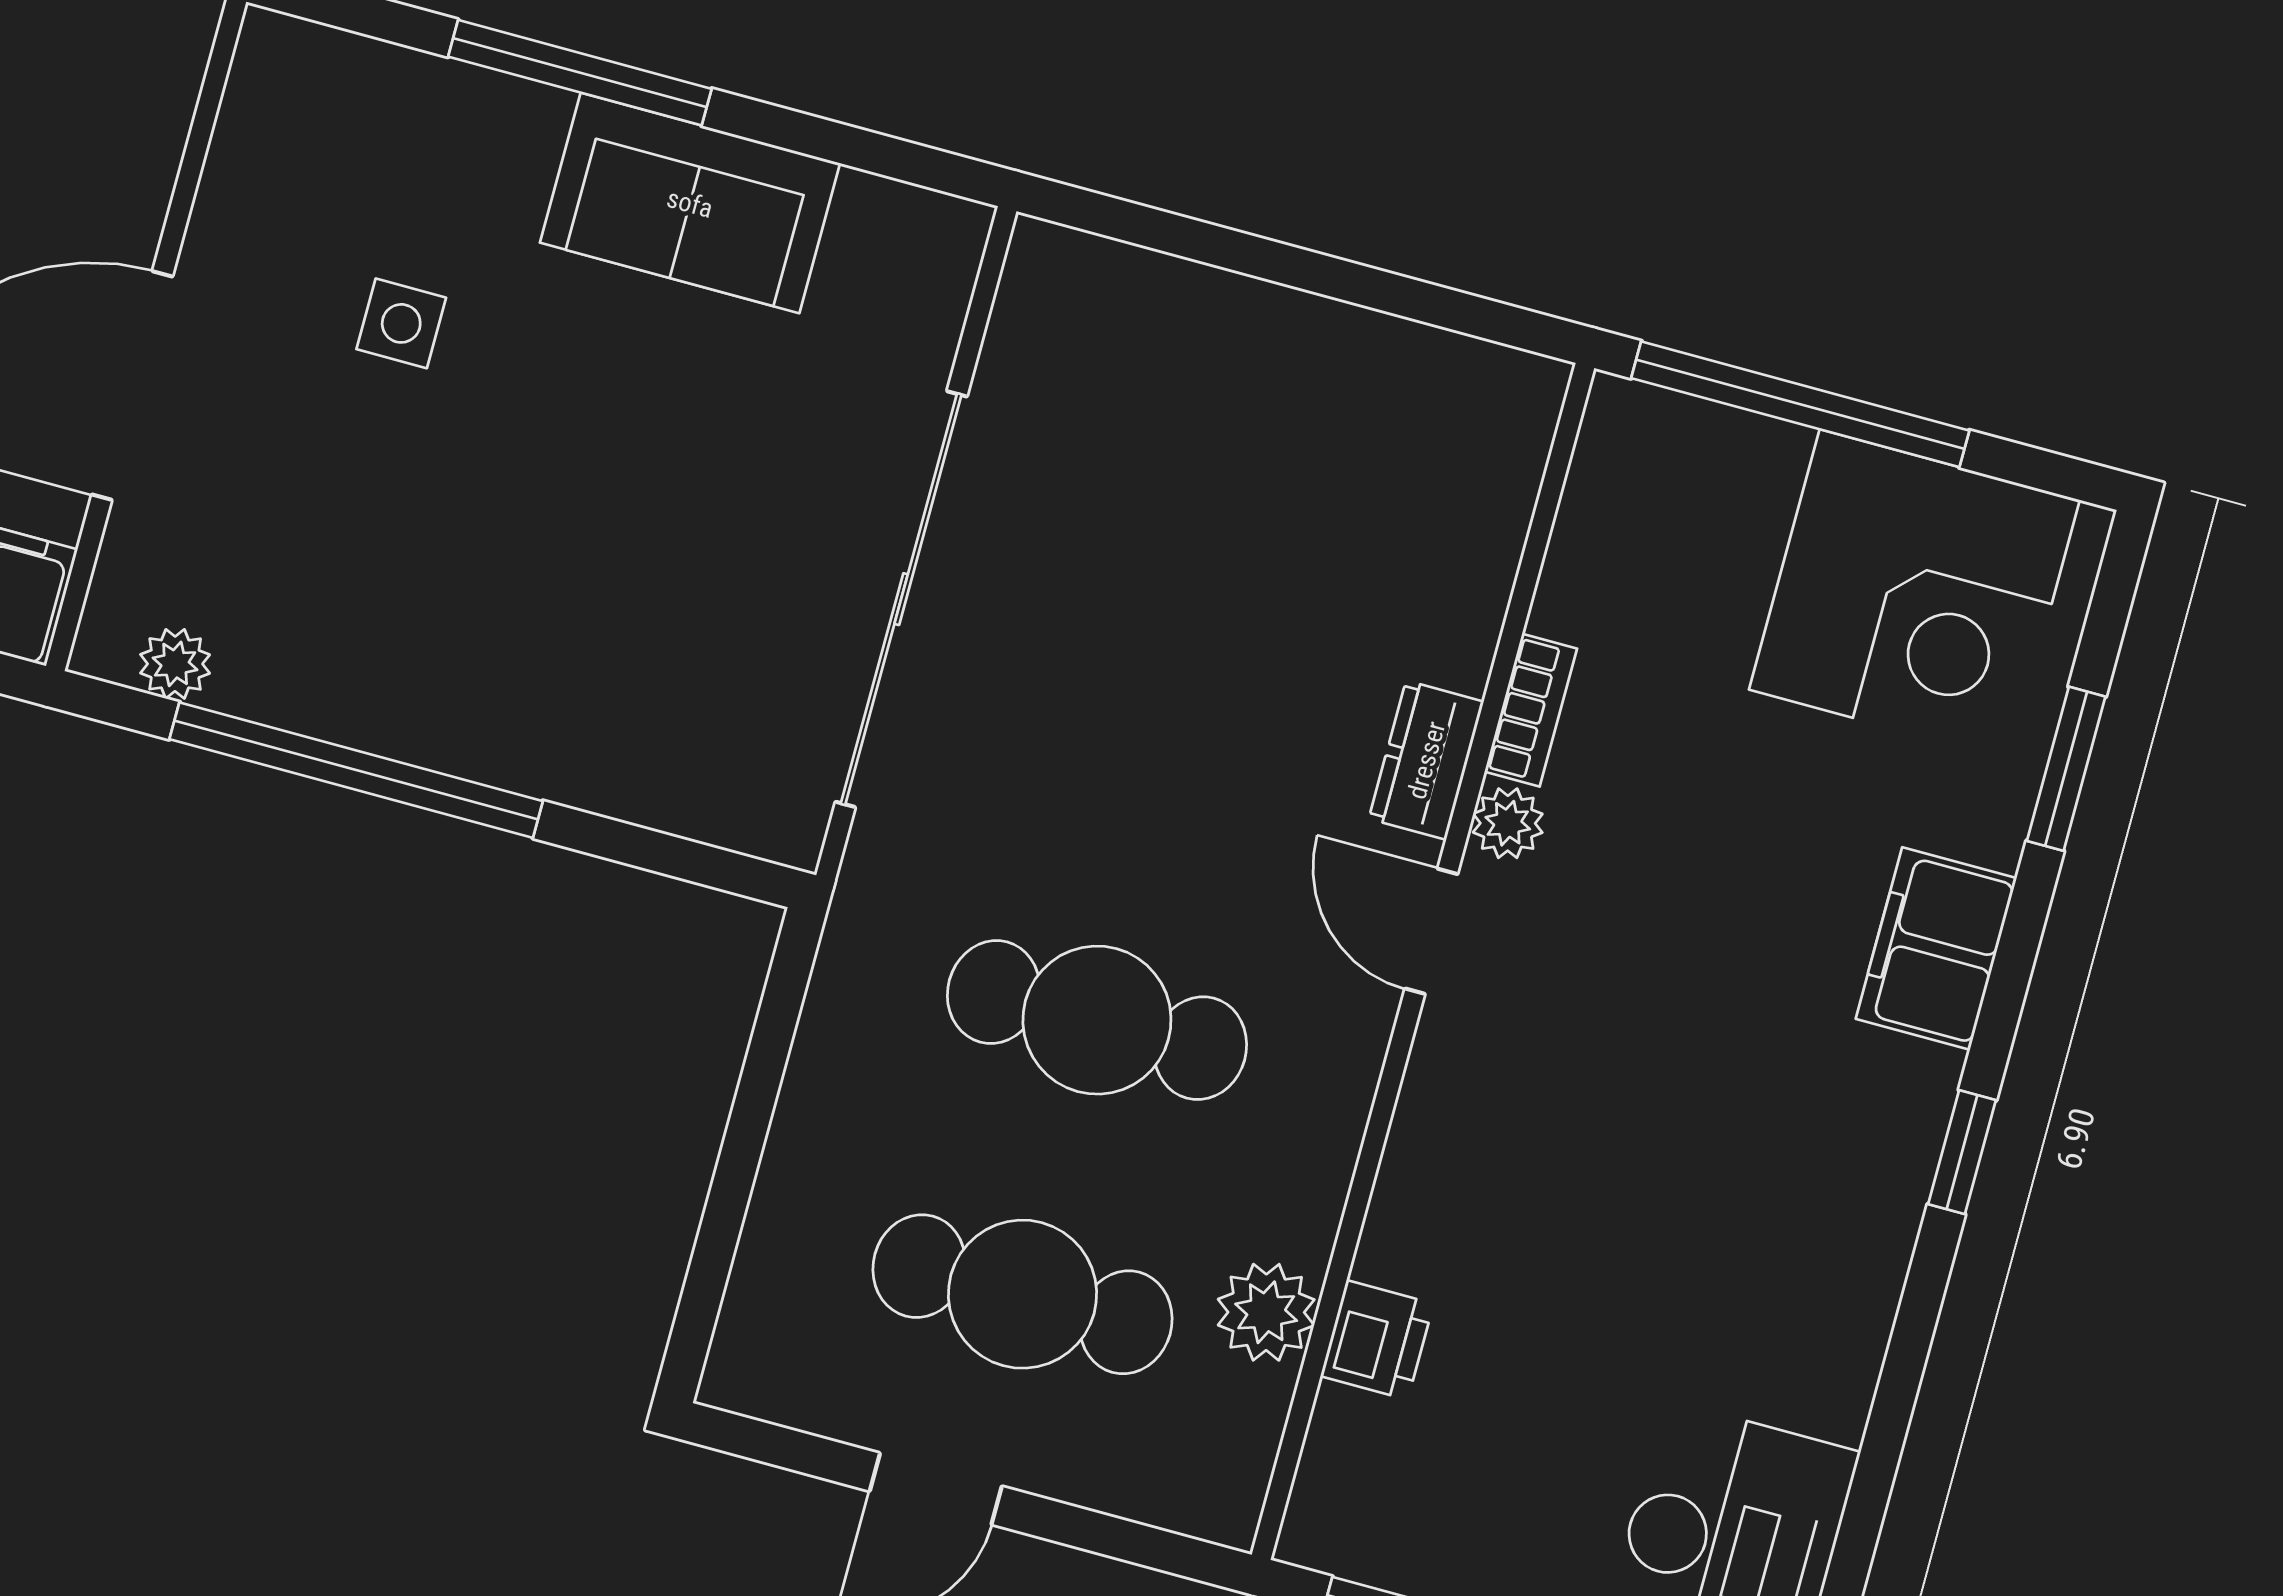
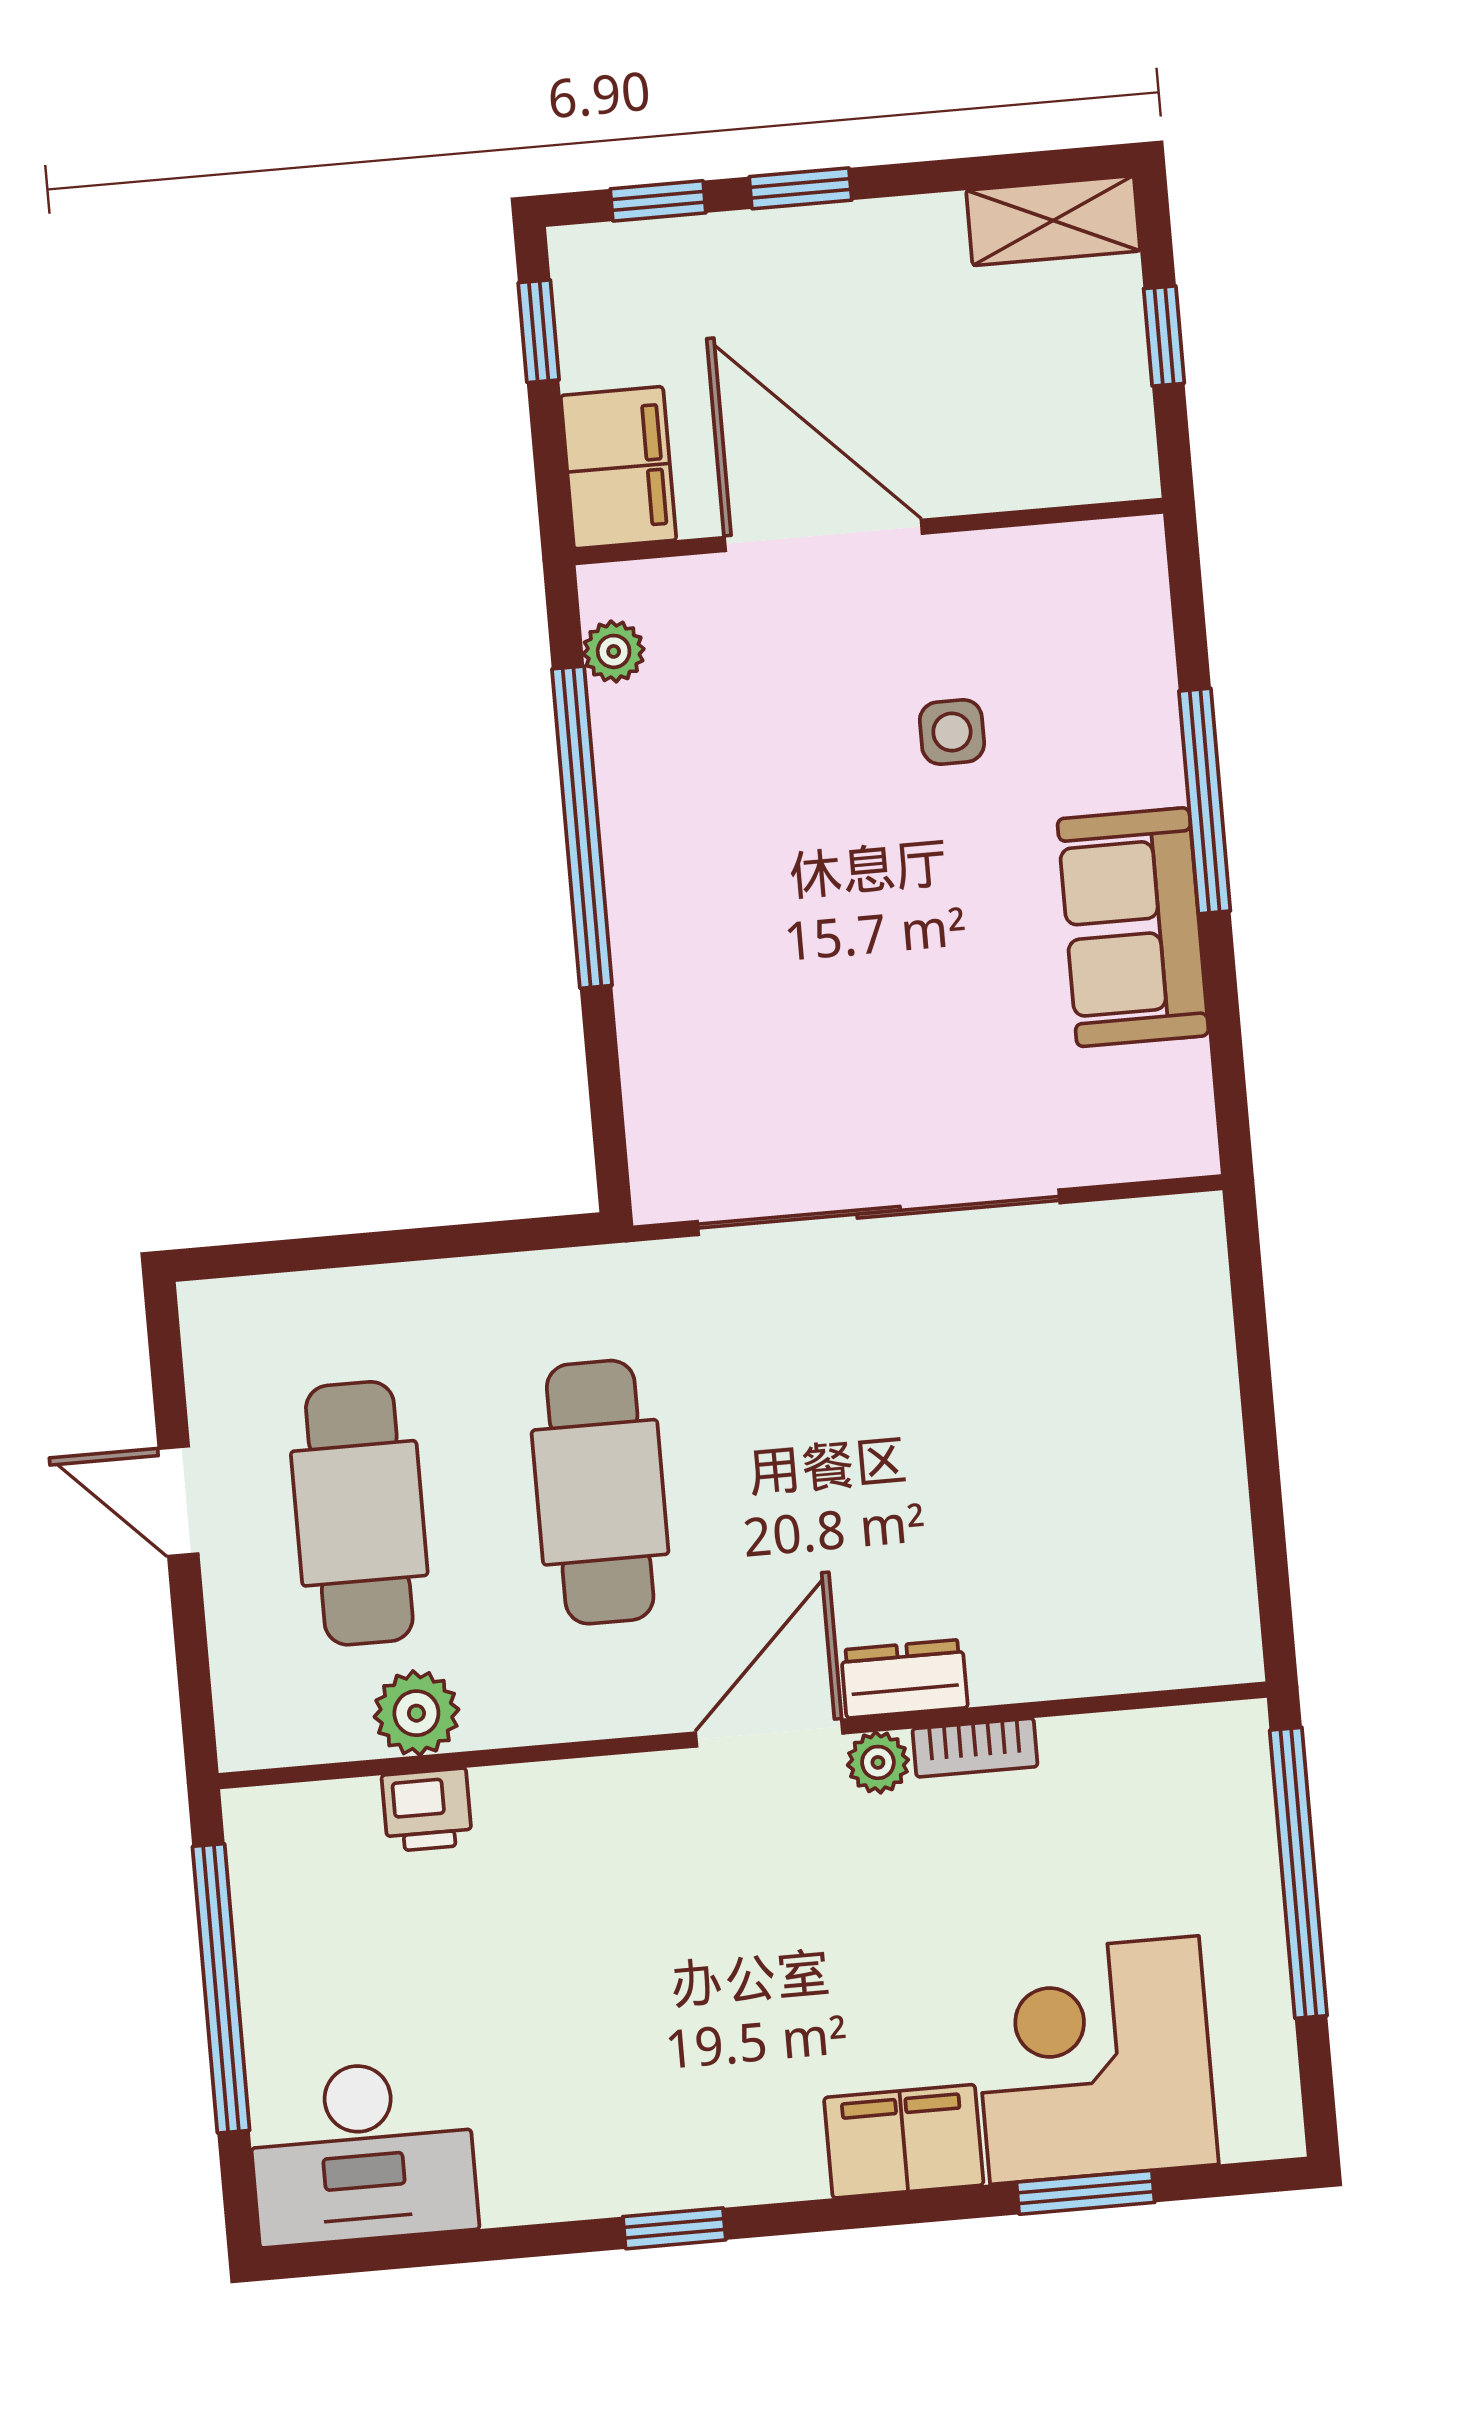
corner desk: (1914, 595) -> (1094, 2060), moved, turned 90
door: (1431, 931) -> (769, 1733), width x1.38
window: (1962, 1152) -> (674, 2228), moved

